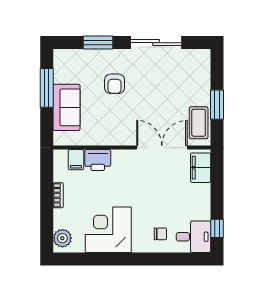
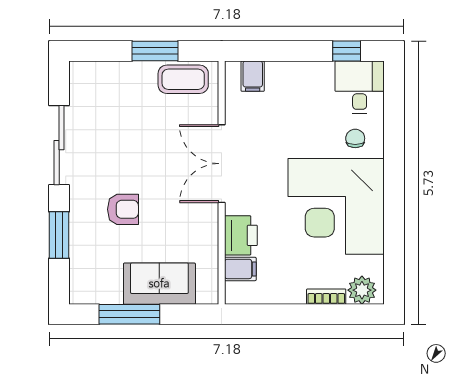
double door: (162, 148) -> (222, 164), moved
filing cabinet: (201, 168) -> (253, 76), width x0.50
bookcase: (58, 195) -> (326, 297), moved
corner desk: (108, 230) -> (336, 206), width x1.36, depth x1.36

